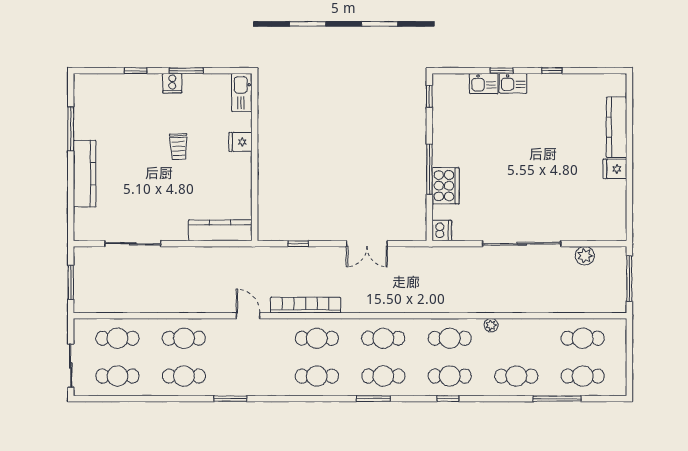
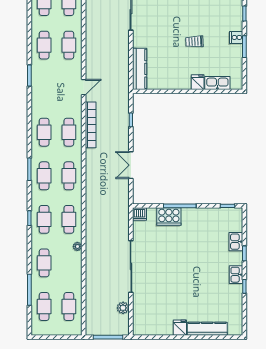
kitchen sink: (513, 83) -> (236, 275), moved
kitchen sink: (242, 92) -> (217, 83), moved

